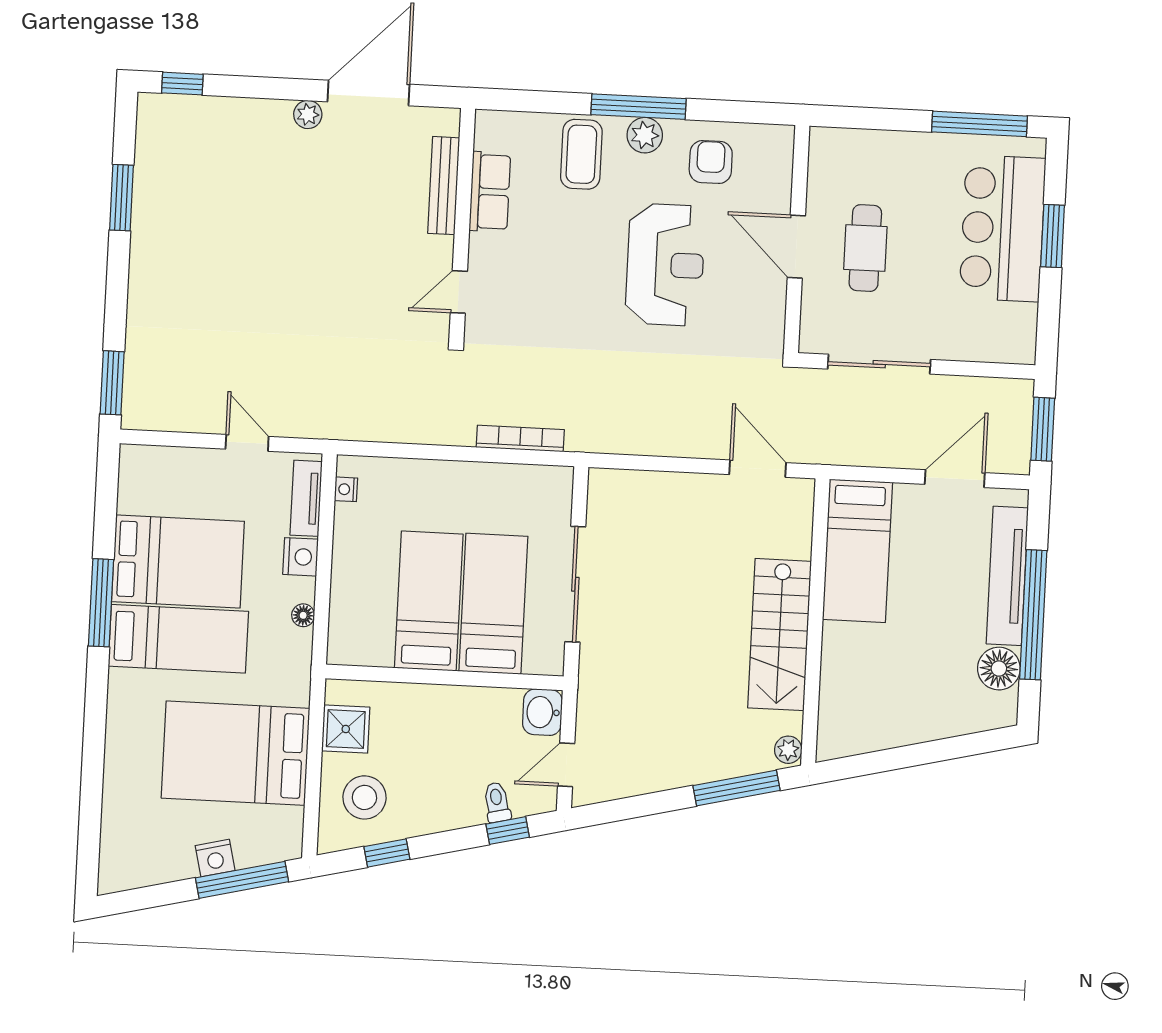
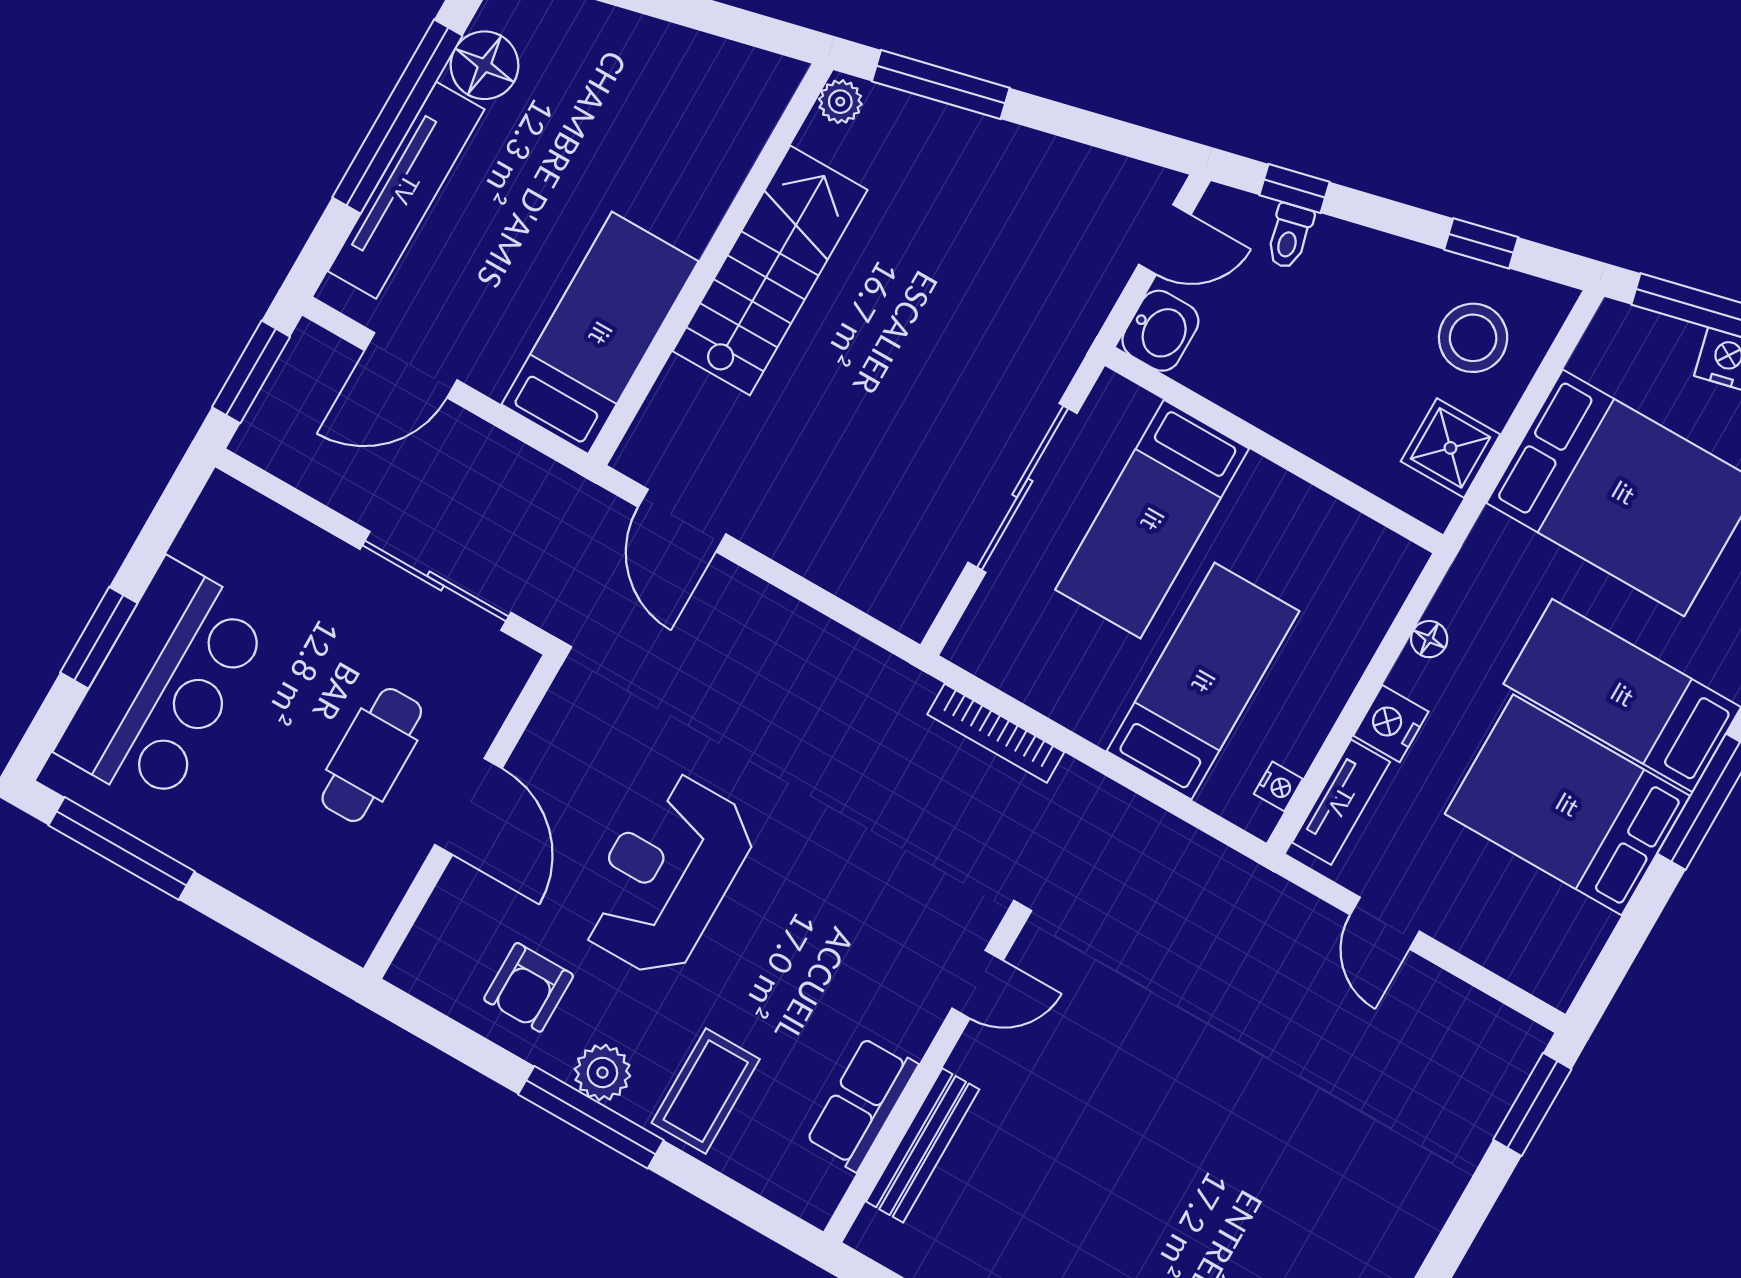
bed: (429, 601) -> (1203, 681), moved, turned 180

